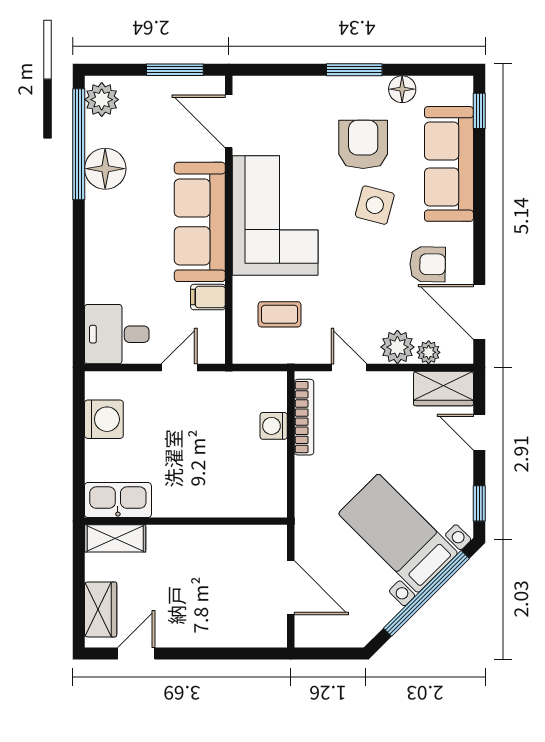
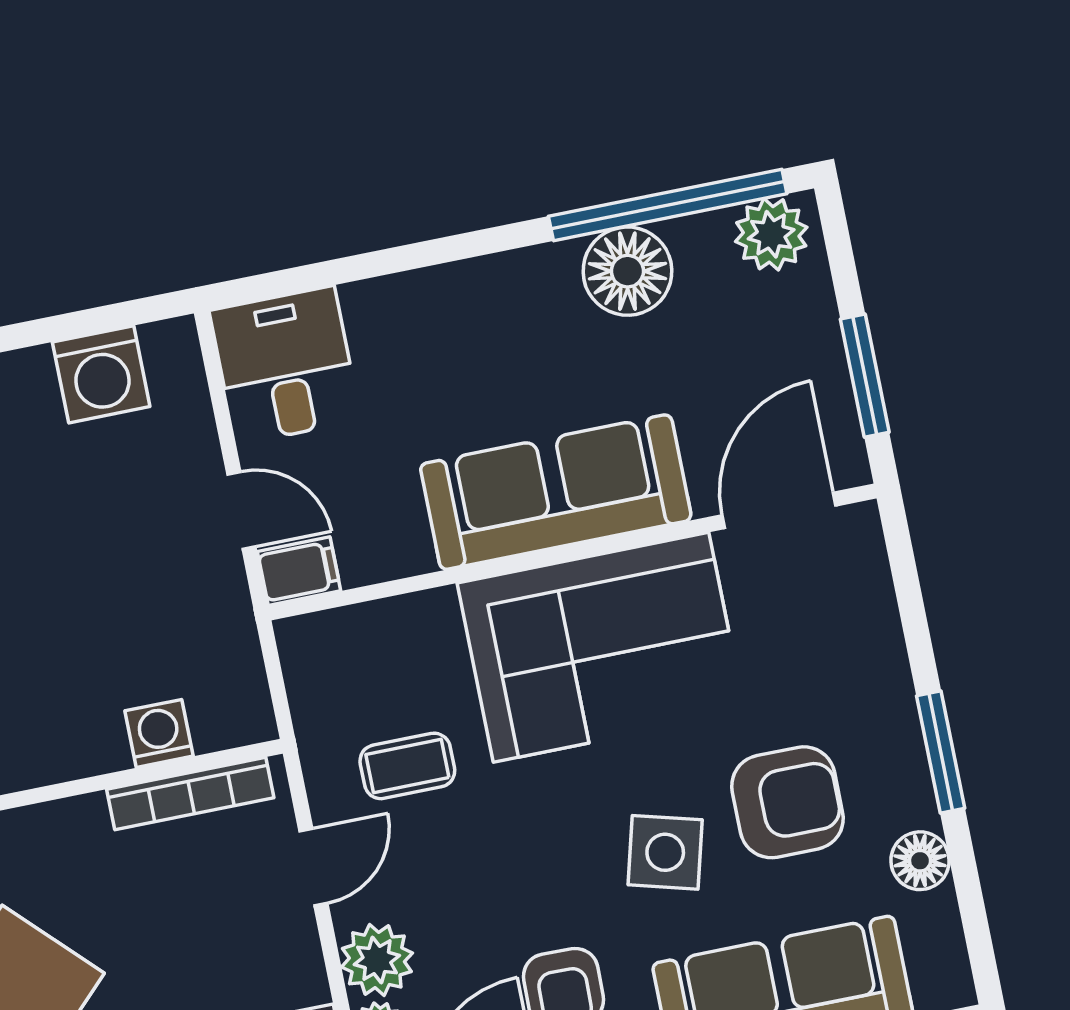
filing cabinet: (208, 297) -> (299, 571), moved, turned 90
coffee table: (280, 314) -> (407, 766), moved, turned 90

